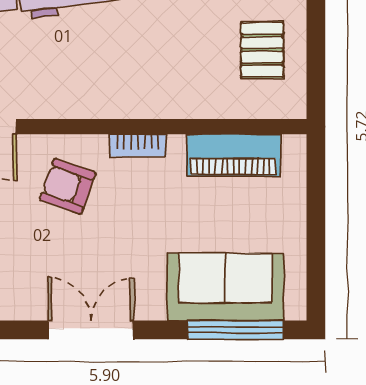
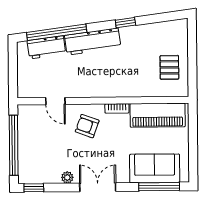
piano: (233, 155) -> (158, 115), width x1.37, depth x1.33
plant: (20, 306) -> (67, 177), added

